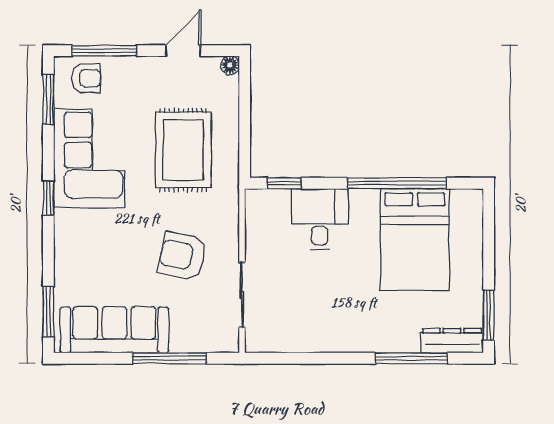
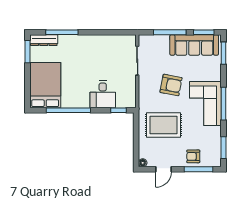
armchair: (86, 78) -> (193, 156), moved
rug: (183, 150) -> (163, 125), turned 90
corner sofa: (89, 158) -> (205, 103), moved
window: (48, 198) -> (224, 104), width x2.17
bed: (415, 240) -> (45, 85), moved
armchair: (182, 256) -> (171, 85), moved
window: (93, 358) -> (204, 32), added

